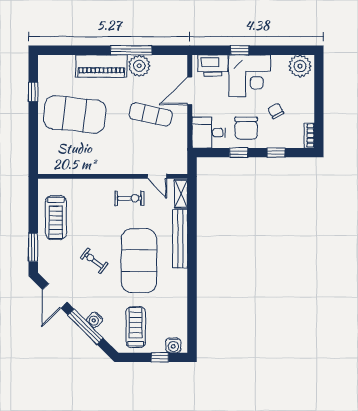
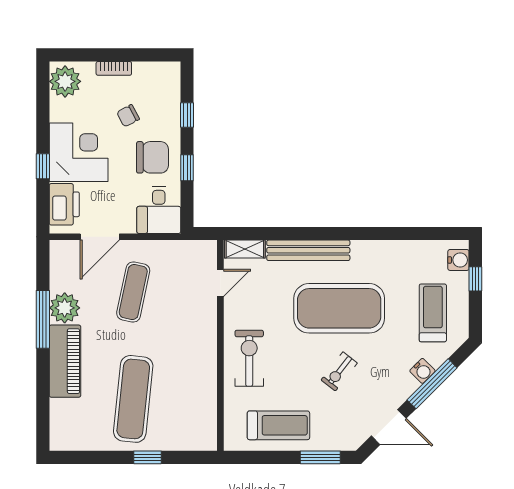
door: (190, 91) -> (100, 237), hinge flipped
window: (33, 92) -> (148, 457), moved
exercise mat: (75, 114) -> (133, 399), width x0.68
bookcase: (309, 136) -> (114, 68), moved
exercise bike: (129, 198) -> (249, 358), moved, width x1.38, depth x1.39
treadmill: (136, 327) -> (433, 313), turned 90

